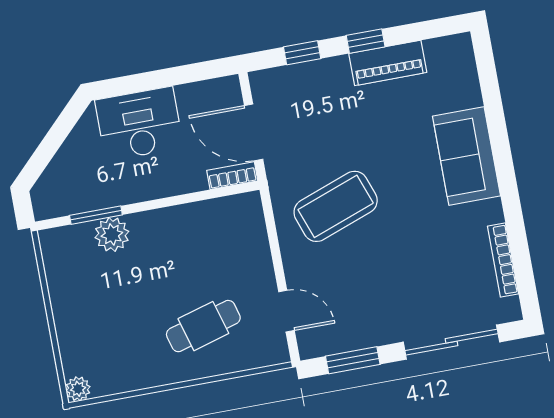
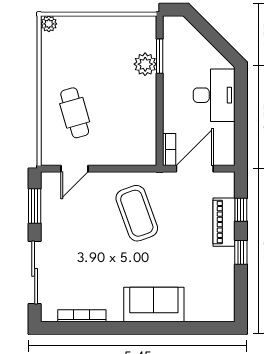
piano: (388, 63) -> (224, 222), moved

